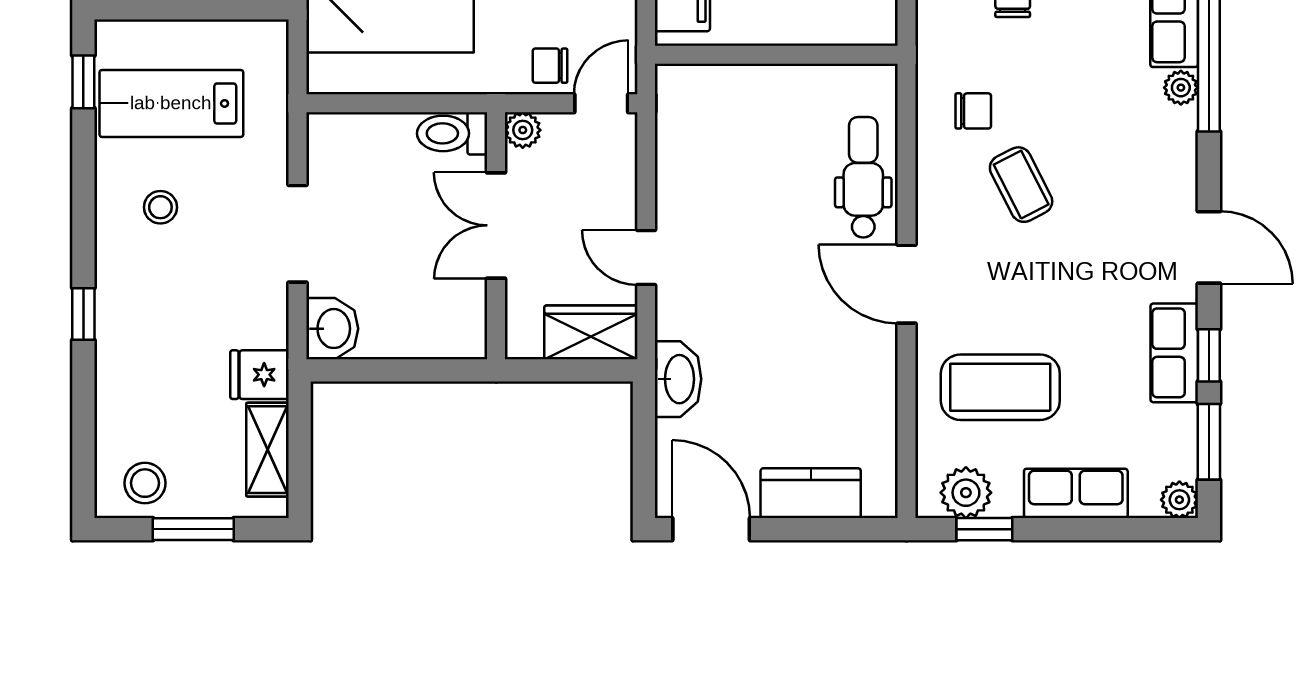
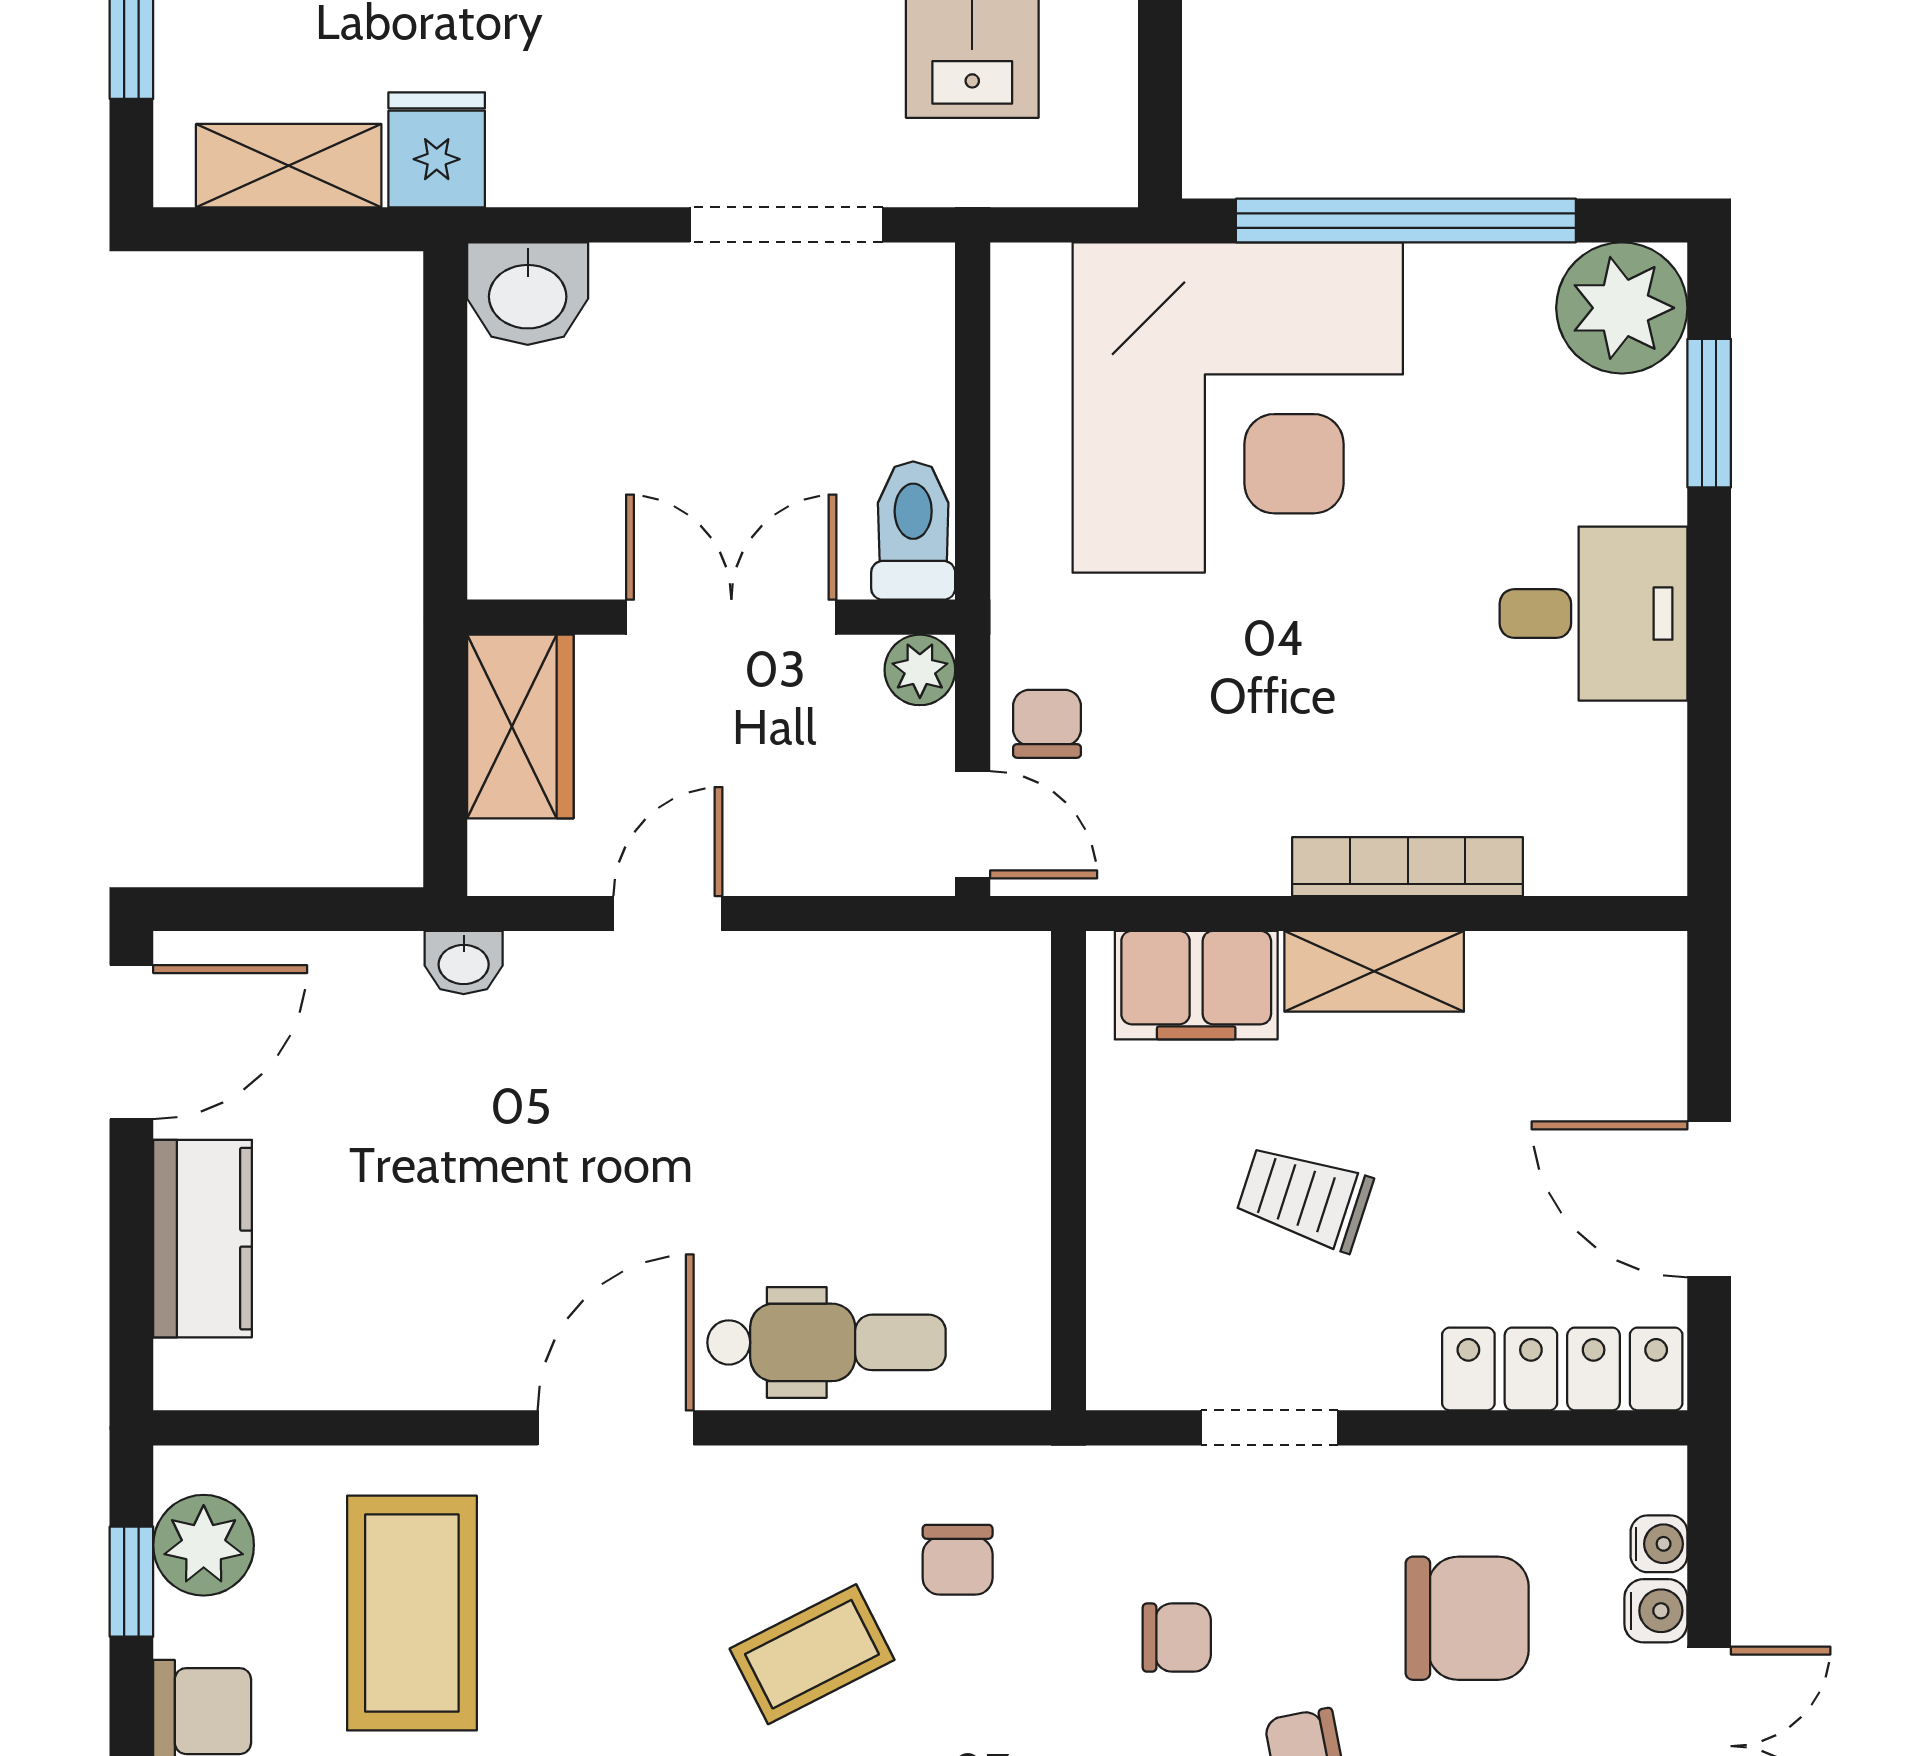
doorway: (297, 234) -> (786, 225), moved
wardrobe: (591, 332) -> (520, 726), moved
washbasin: (678, 379) -> (464, 963), width x0.52, depth x0.69

